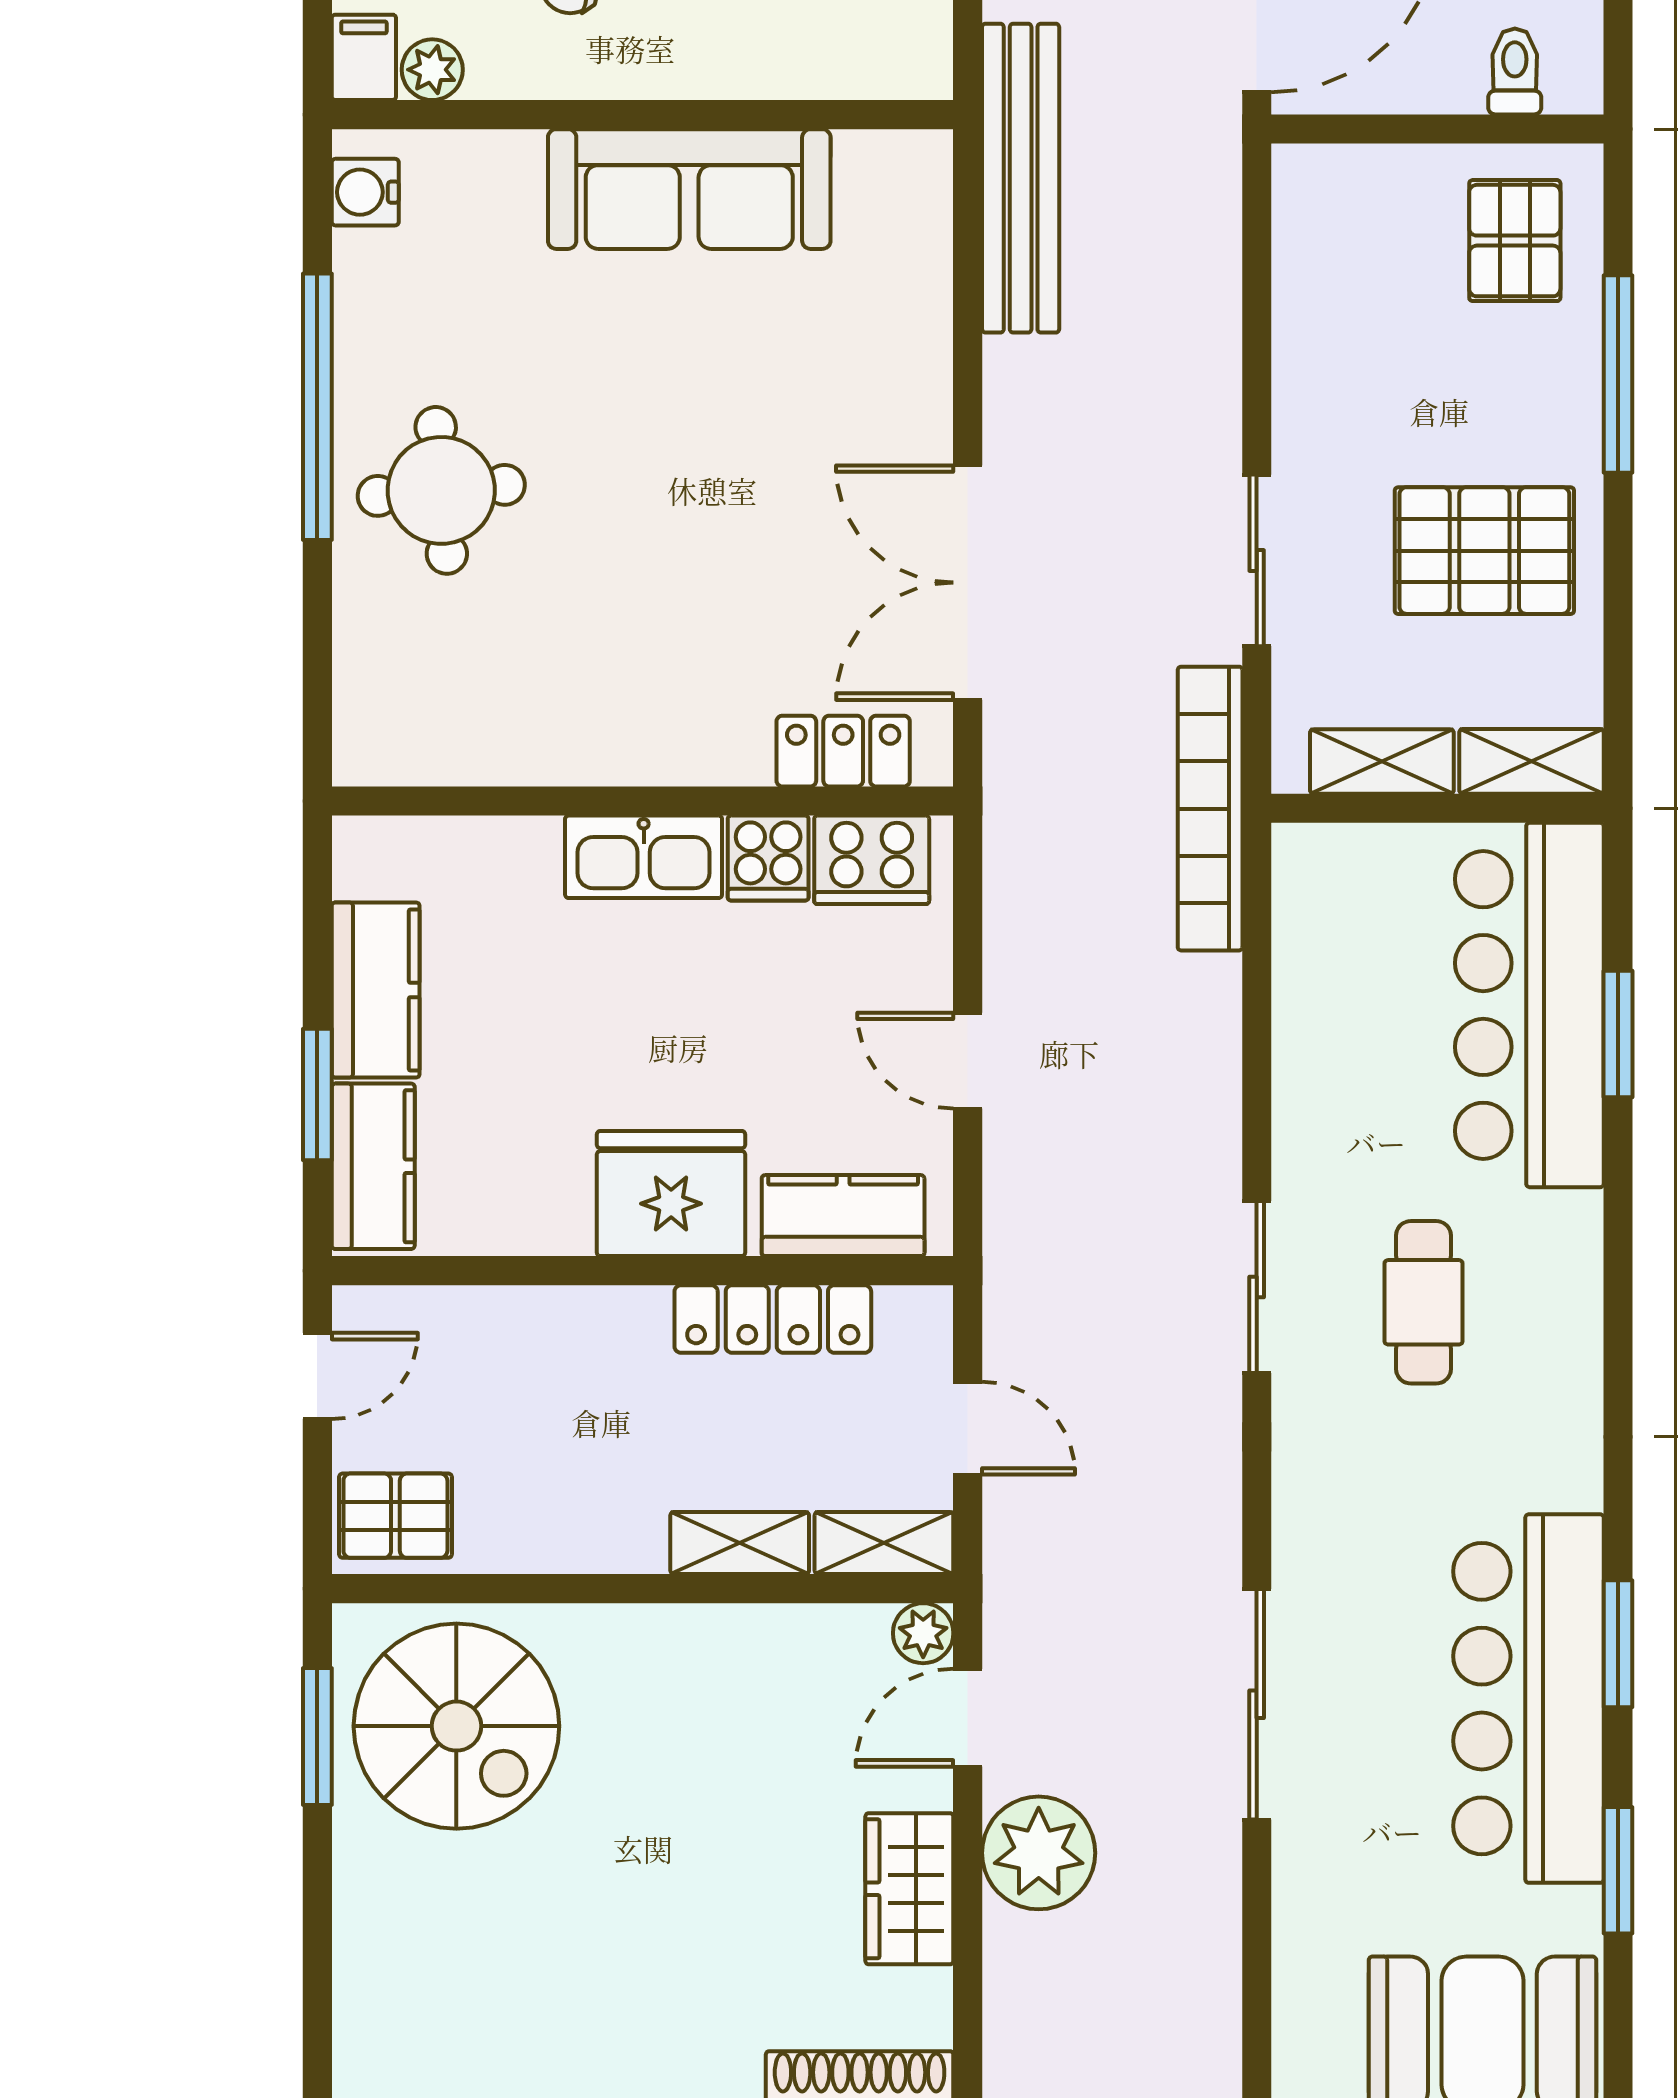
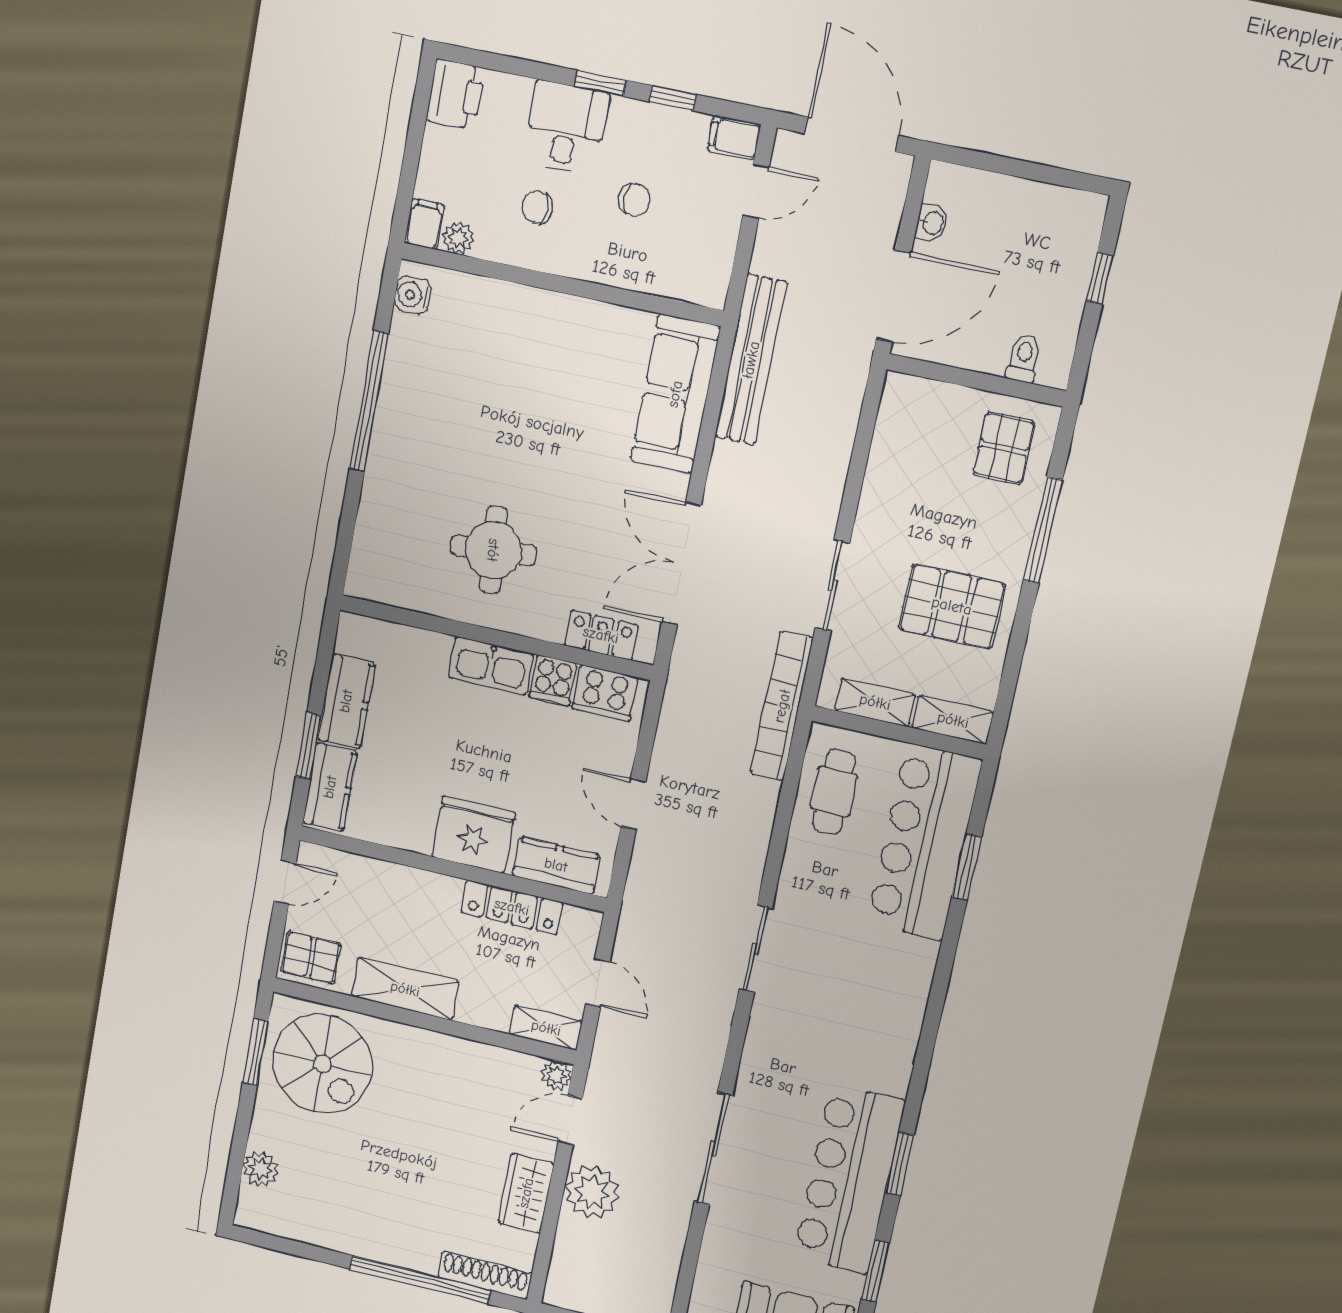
sofa: (689, 189) -> (675, 394), moved, turned 90
round table: (441, 490) -> (493, 550), moved
cafe table: (1423, 1302) -> (834, 792), moved
shelving: (740, 1543) -> (405, 989), moved, width x1.50, depth x1.33
plant: (369, 1976) -> (261, 1169), added

